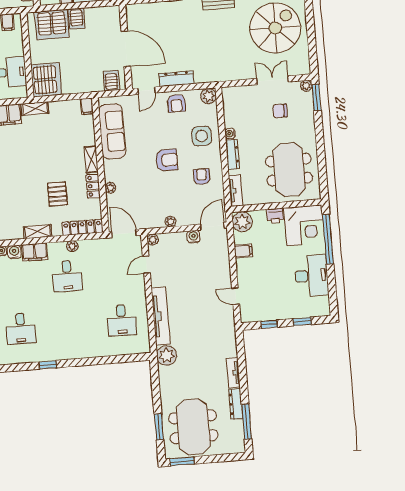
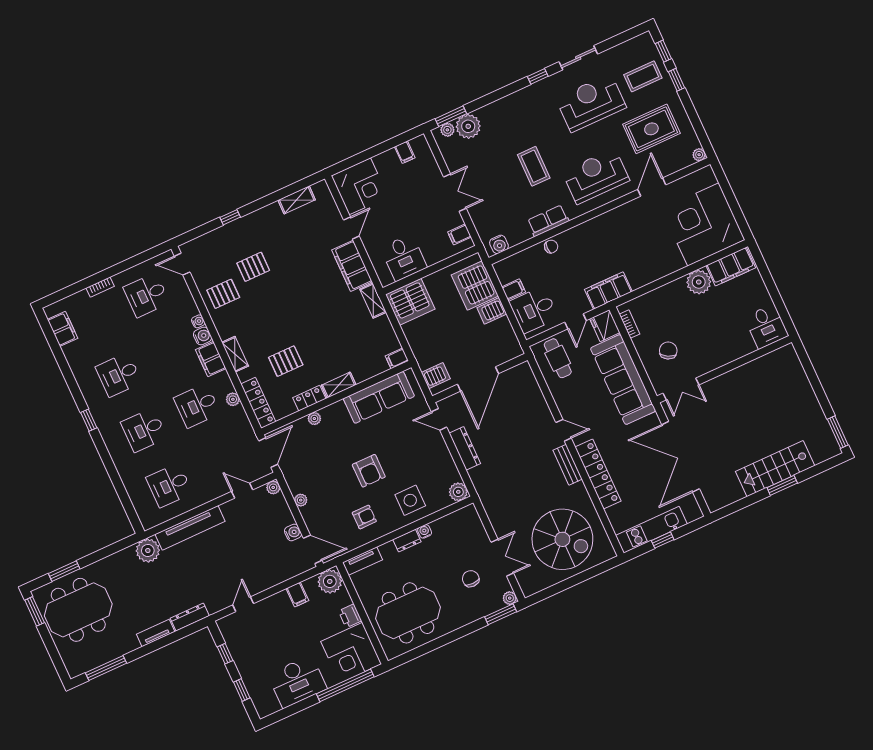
armchair: (176, 103) -> (437, 458), removed
dresser: (233, 155) -> (407, 541), width x0.70
desk: (71, 324) -> (144, 430), added
dresser: (236, 404) -> (190, 617), moved

